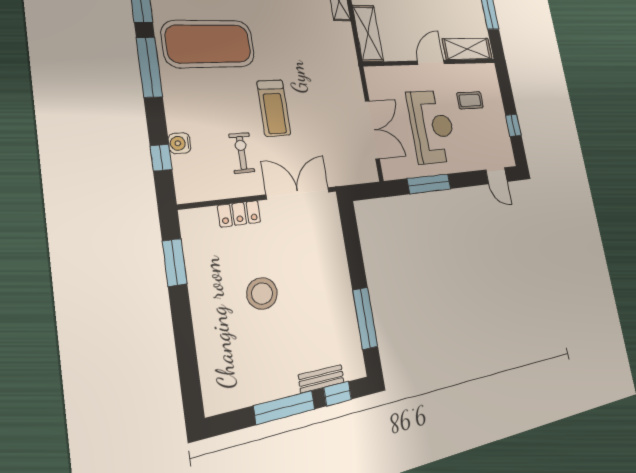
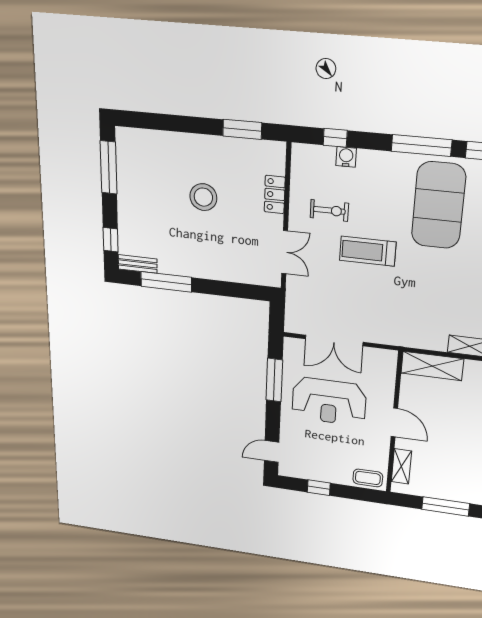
shelving: (467, 49) -> (401, 466), width x0.67, depth x0.75
coffee table: (470, 100) -> (368, 478), moved, turned 90
double door: (298, 193) -> (285, 252), width x0.73
bench: (321, 379) -> (138, 264), moved, turned 90
window: (284, 407) -> (109, 167), moved

